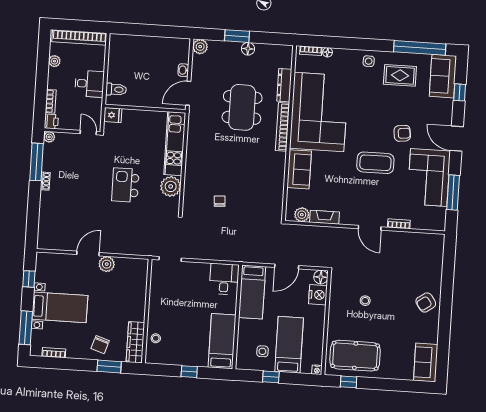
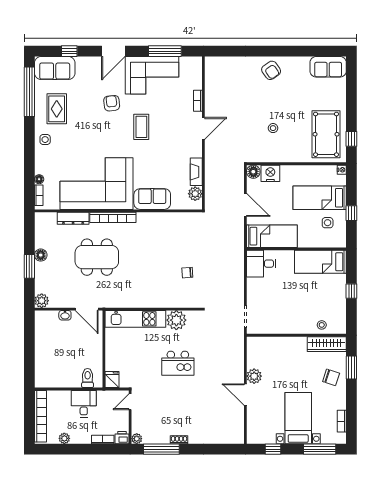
coffee table: (375, 163) -> (141, 127), width x0.73, depth x0.76

